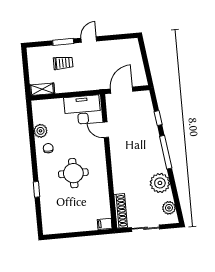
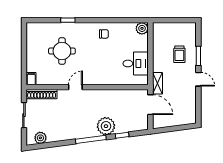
shelving: (42, 89) -> (157, 83), moved
desk: (82, 110) -> (136, 63), width x0.73
door: (106, 130) -> (75, 87), moved
plant: (41, 131) -> (142, 28), moved
round table: (73, 173) -> (62, 51), moved
plant: (160, 183) -> (106, 126), moved

